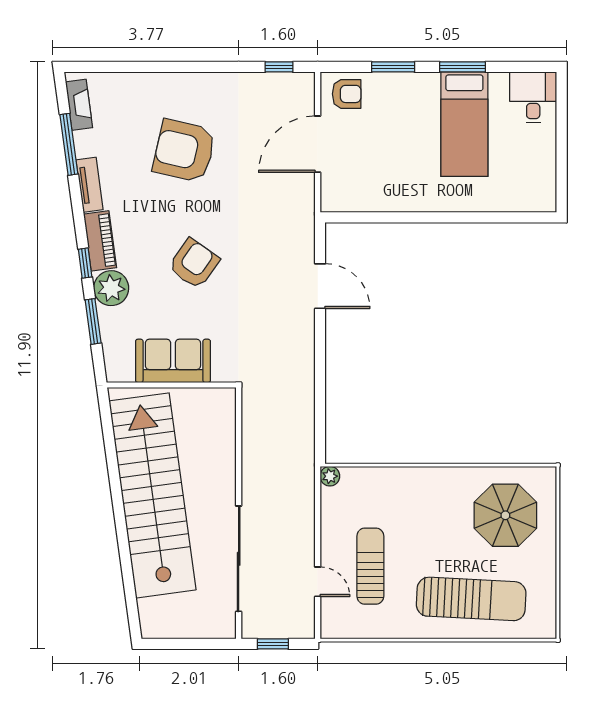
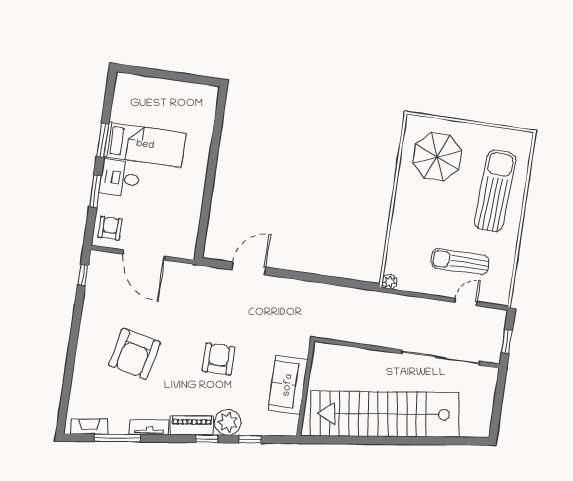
desk: (533, 97) -> (120, 178), moved
armchair: (194, 264) -> (219, 359), turned 55
window: (93, 321) -> (250, 439), width x0.67

